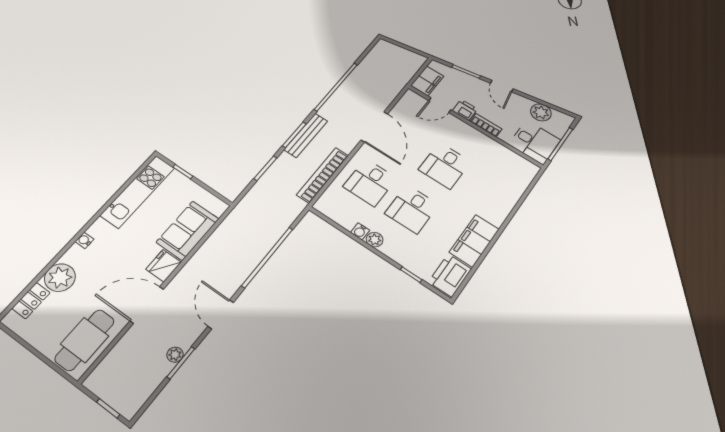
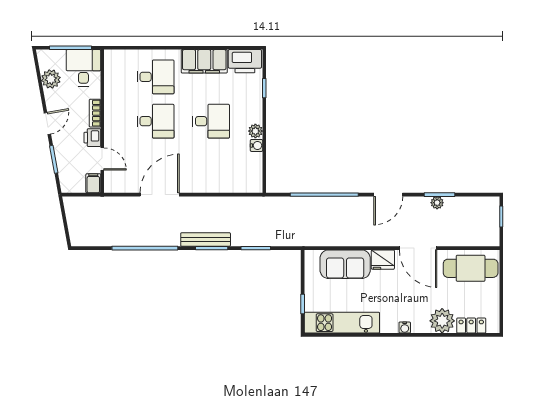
filing cabinet: (427, 81) -> (93, 183), width x0.50
bookcase: (323, 175) -> (230, 203), removed
desk: (370, 182) -> (155, 77), moved

